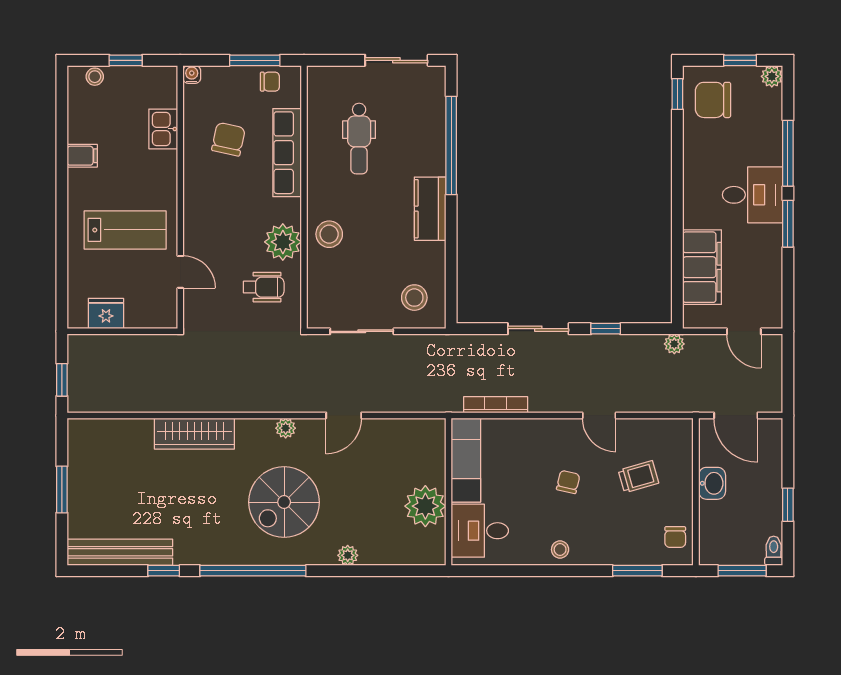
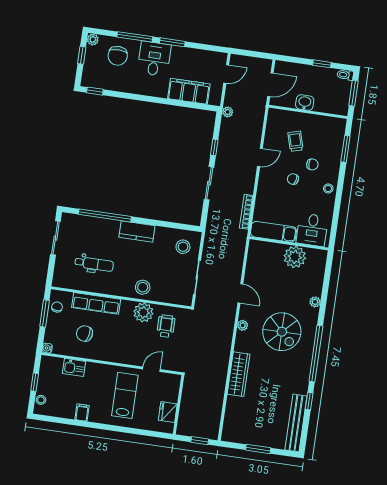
chair: (713, 100) -> (118, 56), moved
chair: (675, 537) -> (312, 164), moved

